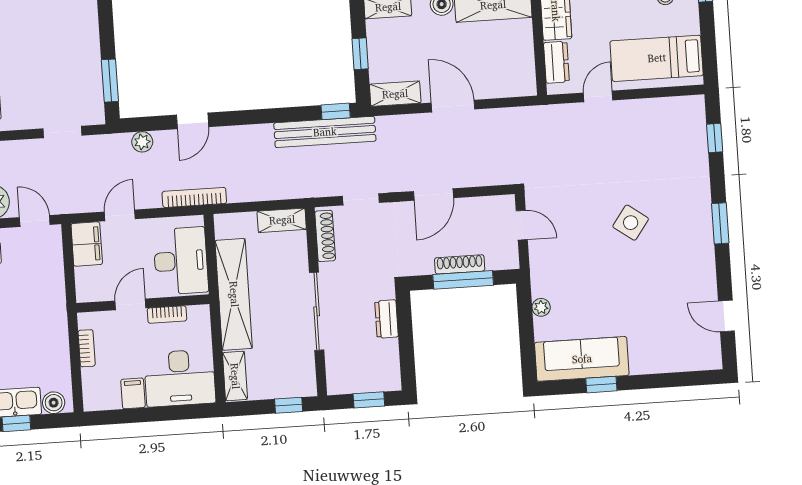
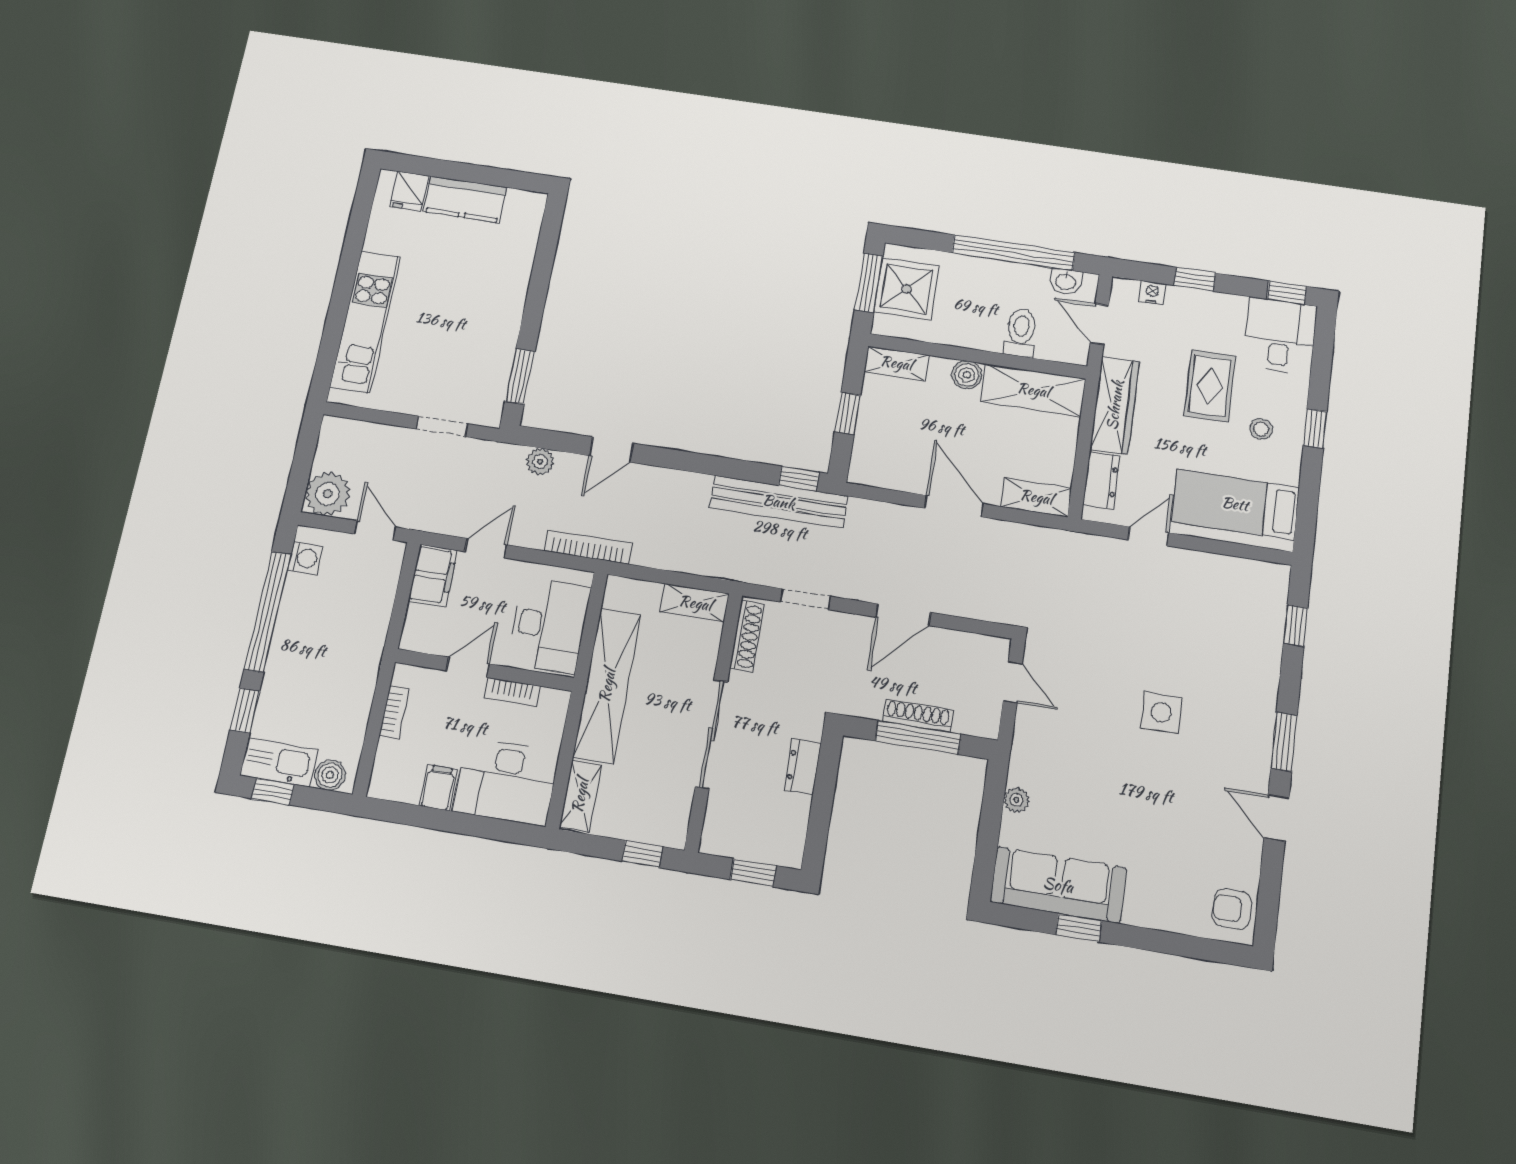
shelving: (395, 94) -> (1036, 497), moved
side table: (631, 223) -> (1161, 713), turned -36
door: (726, 316) -> (1276, 818), moved
armchair: (704, 347) -> (1232, 909), added

